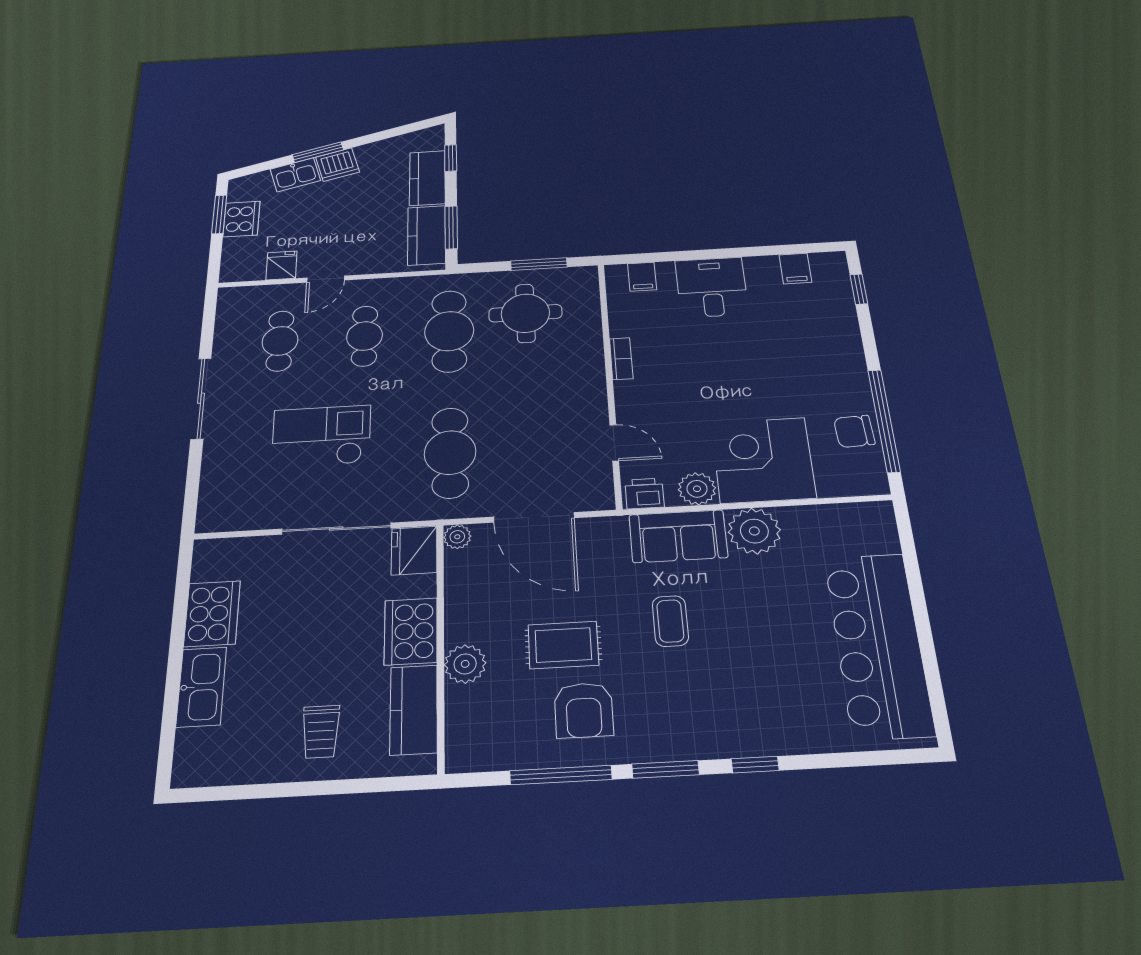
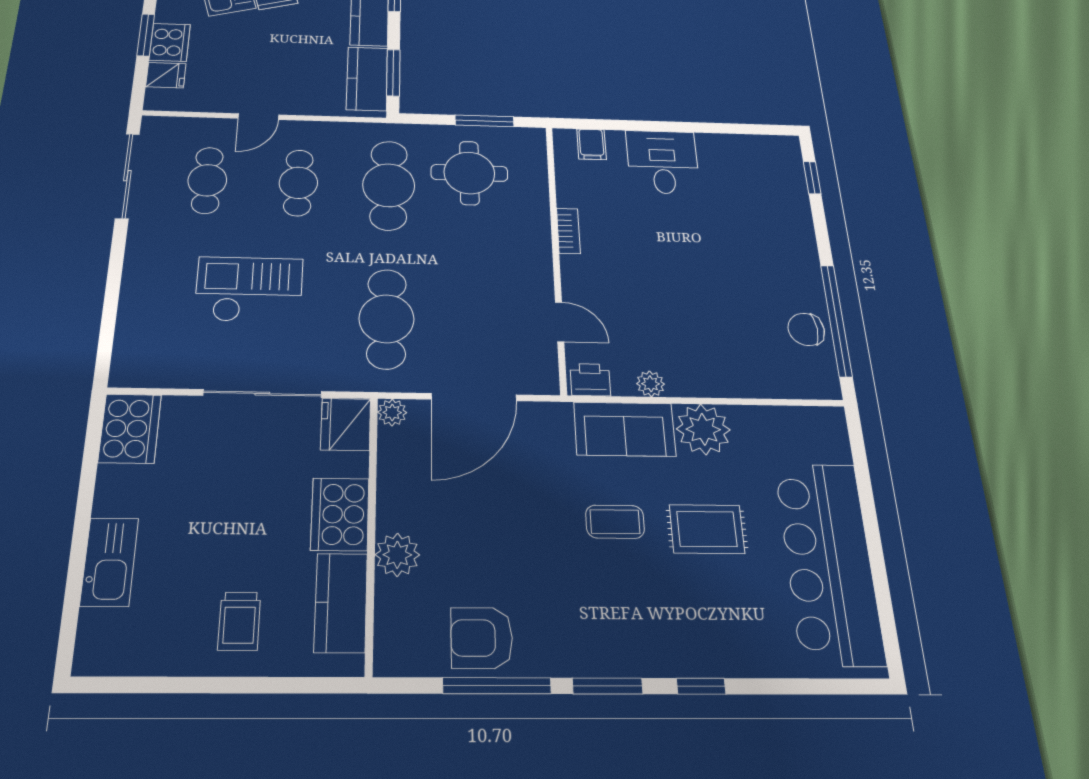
fridge: (281, 265) -> (166, 75), moved, turned 90
filing cabinet: (795, 269) -> (748, 150), removed
sliding door: (201, 398) -> (127, 176), moved
corner desk: (763, 460) -> (713, 353), removed
plant: (697, 489) -> (650, 384), width x0.73, depth x0.73
door: (534, 517) -> (474, 397), hinge flipped
cooker: (212, 614) -> (130, 428), moved
coffee table: (670, 621) -> (615, 522), turned 90
rug: (563, 645) -> (707, 529), moved
armchair: (584, 710) -> (482, 638), moved, turned 90

